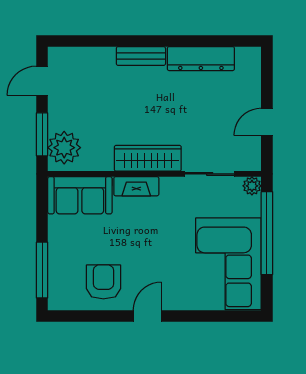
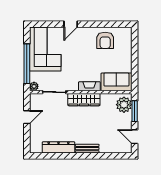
door: (42, 81) -> (135, 137), swing flipped
window: (42, 270) -> (135, 46), removed
door: (147, 316) -> (71, 24), moved

